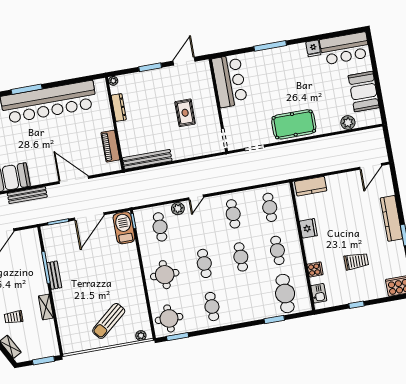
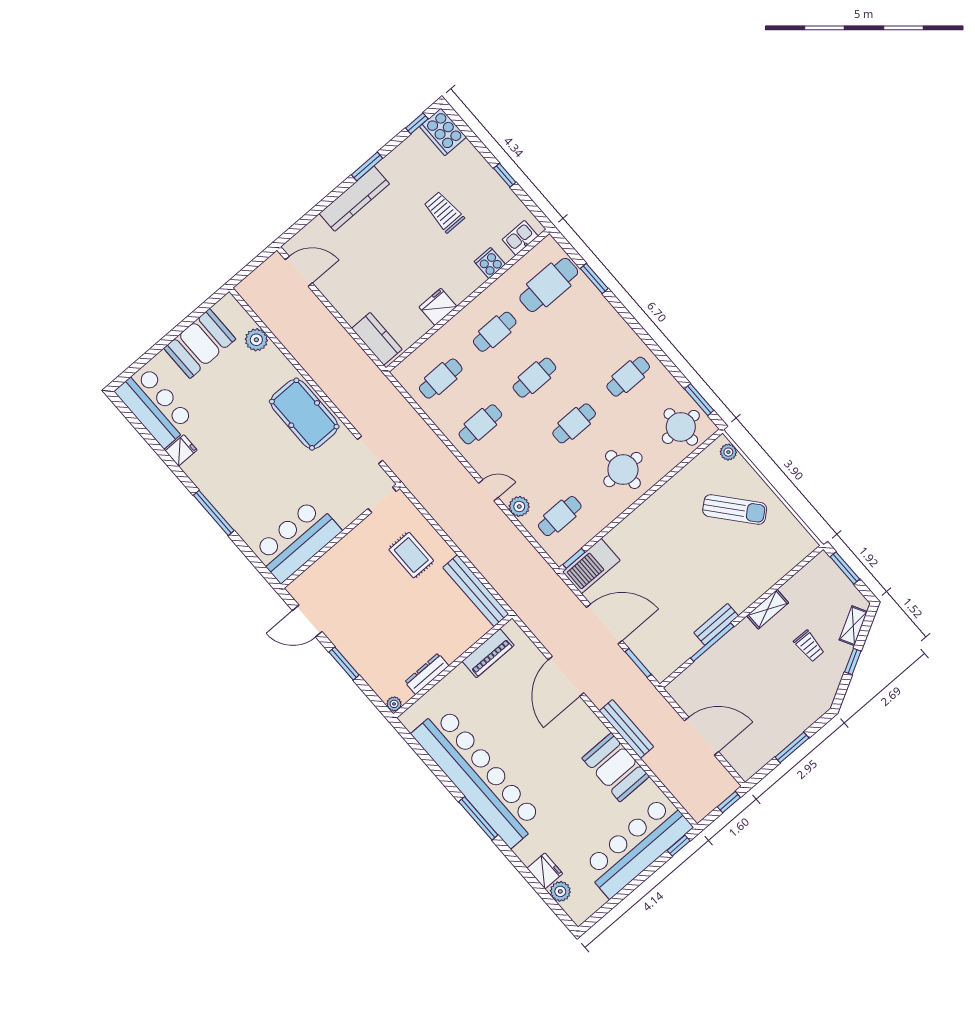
rug: (185, 113) -> (411, 555), moved, turned 90

